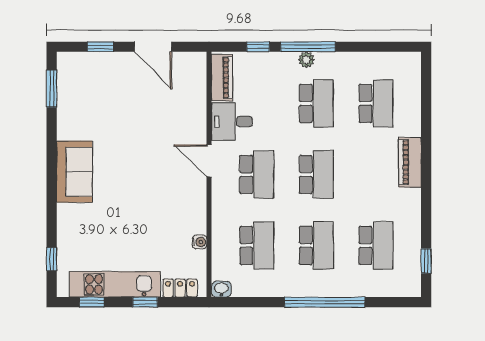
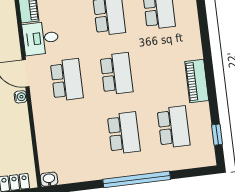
piano: (410, 162) -> (197, 81), moved
water cooler: (200, 242) -> (20, 97), moved
school desk: (257, 245) -> (74, 139), removed

